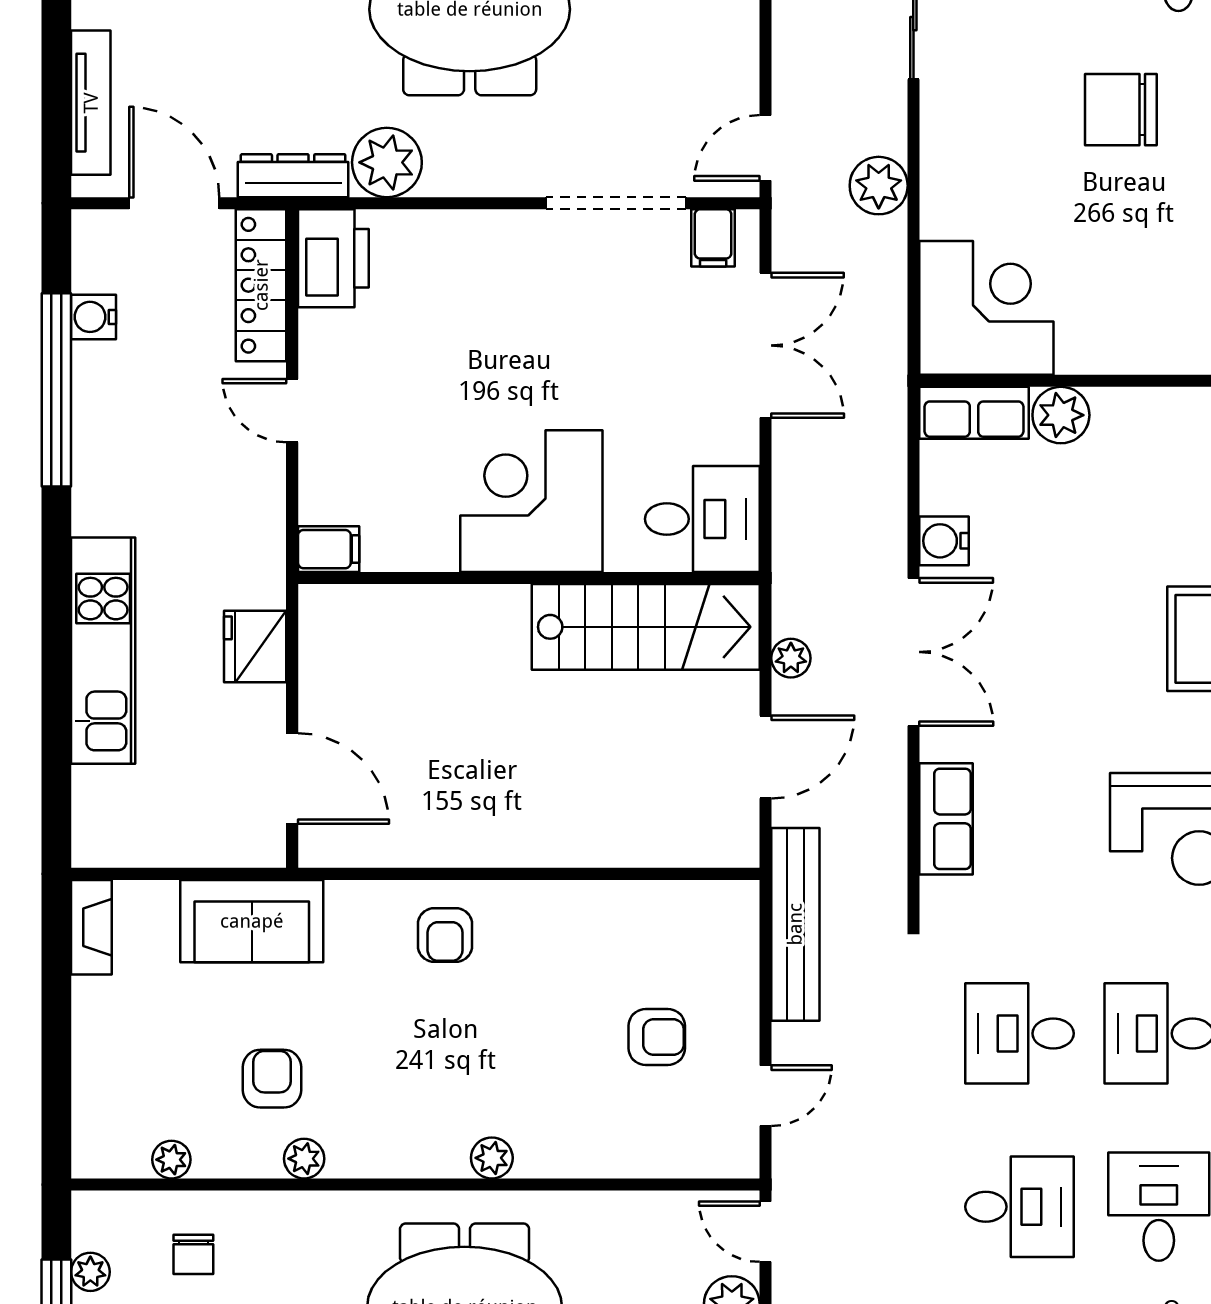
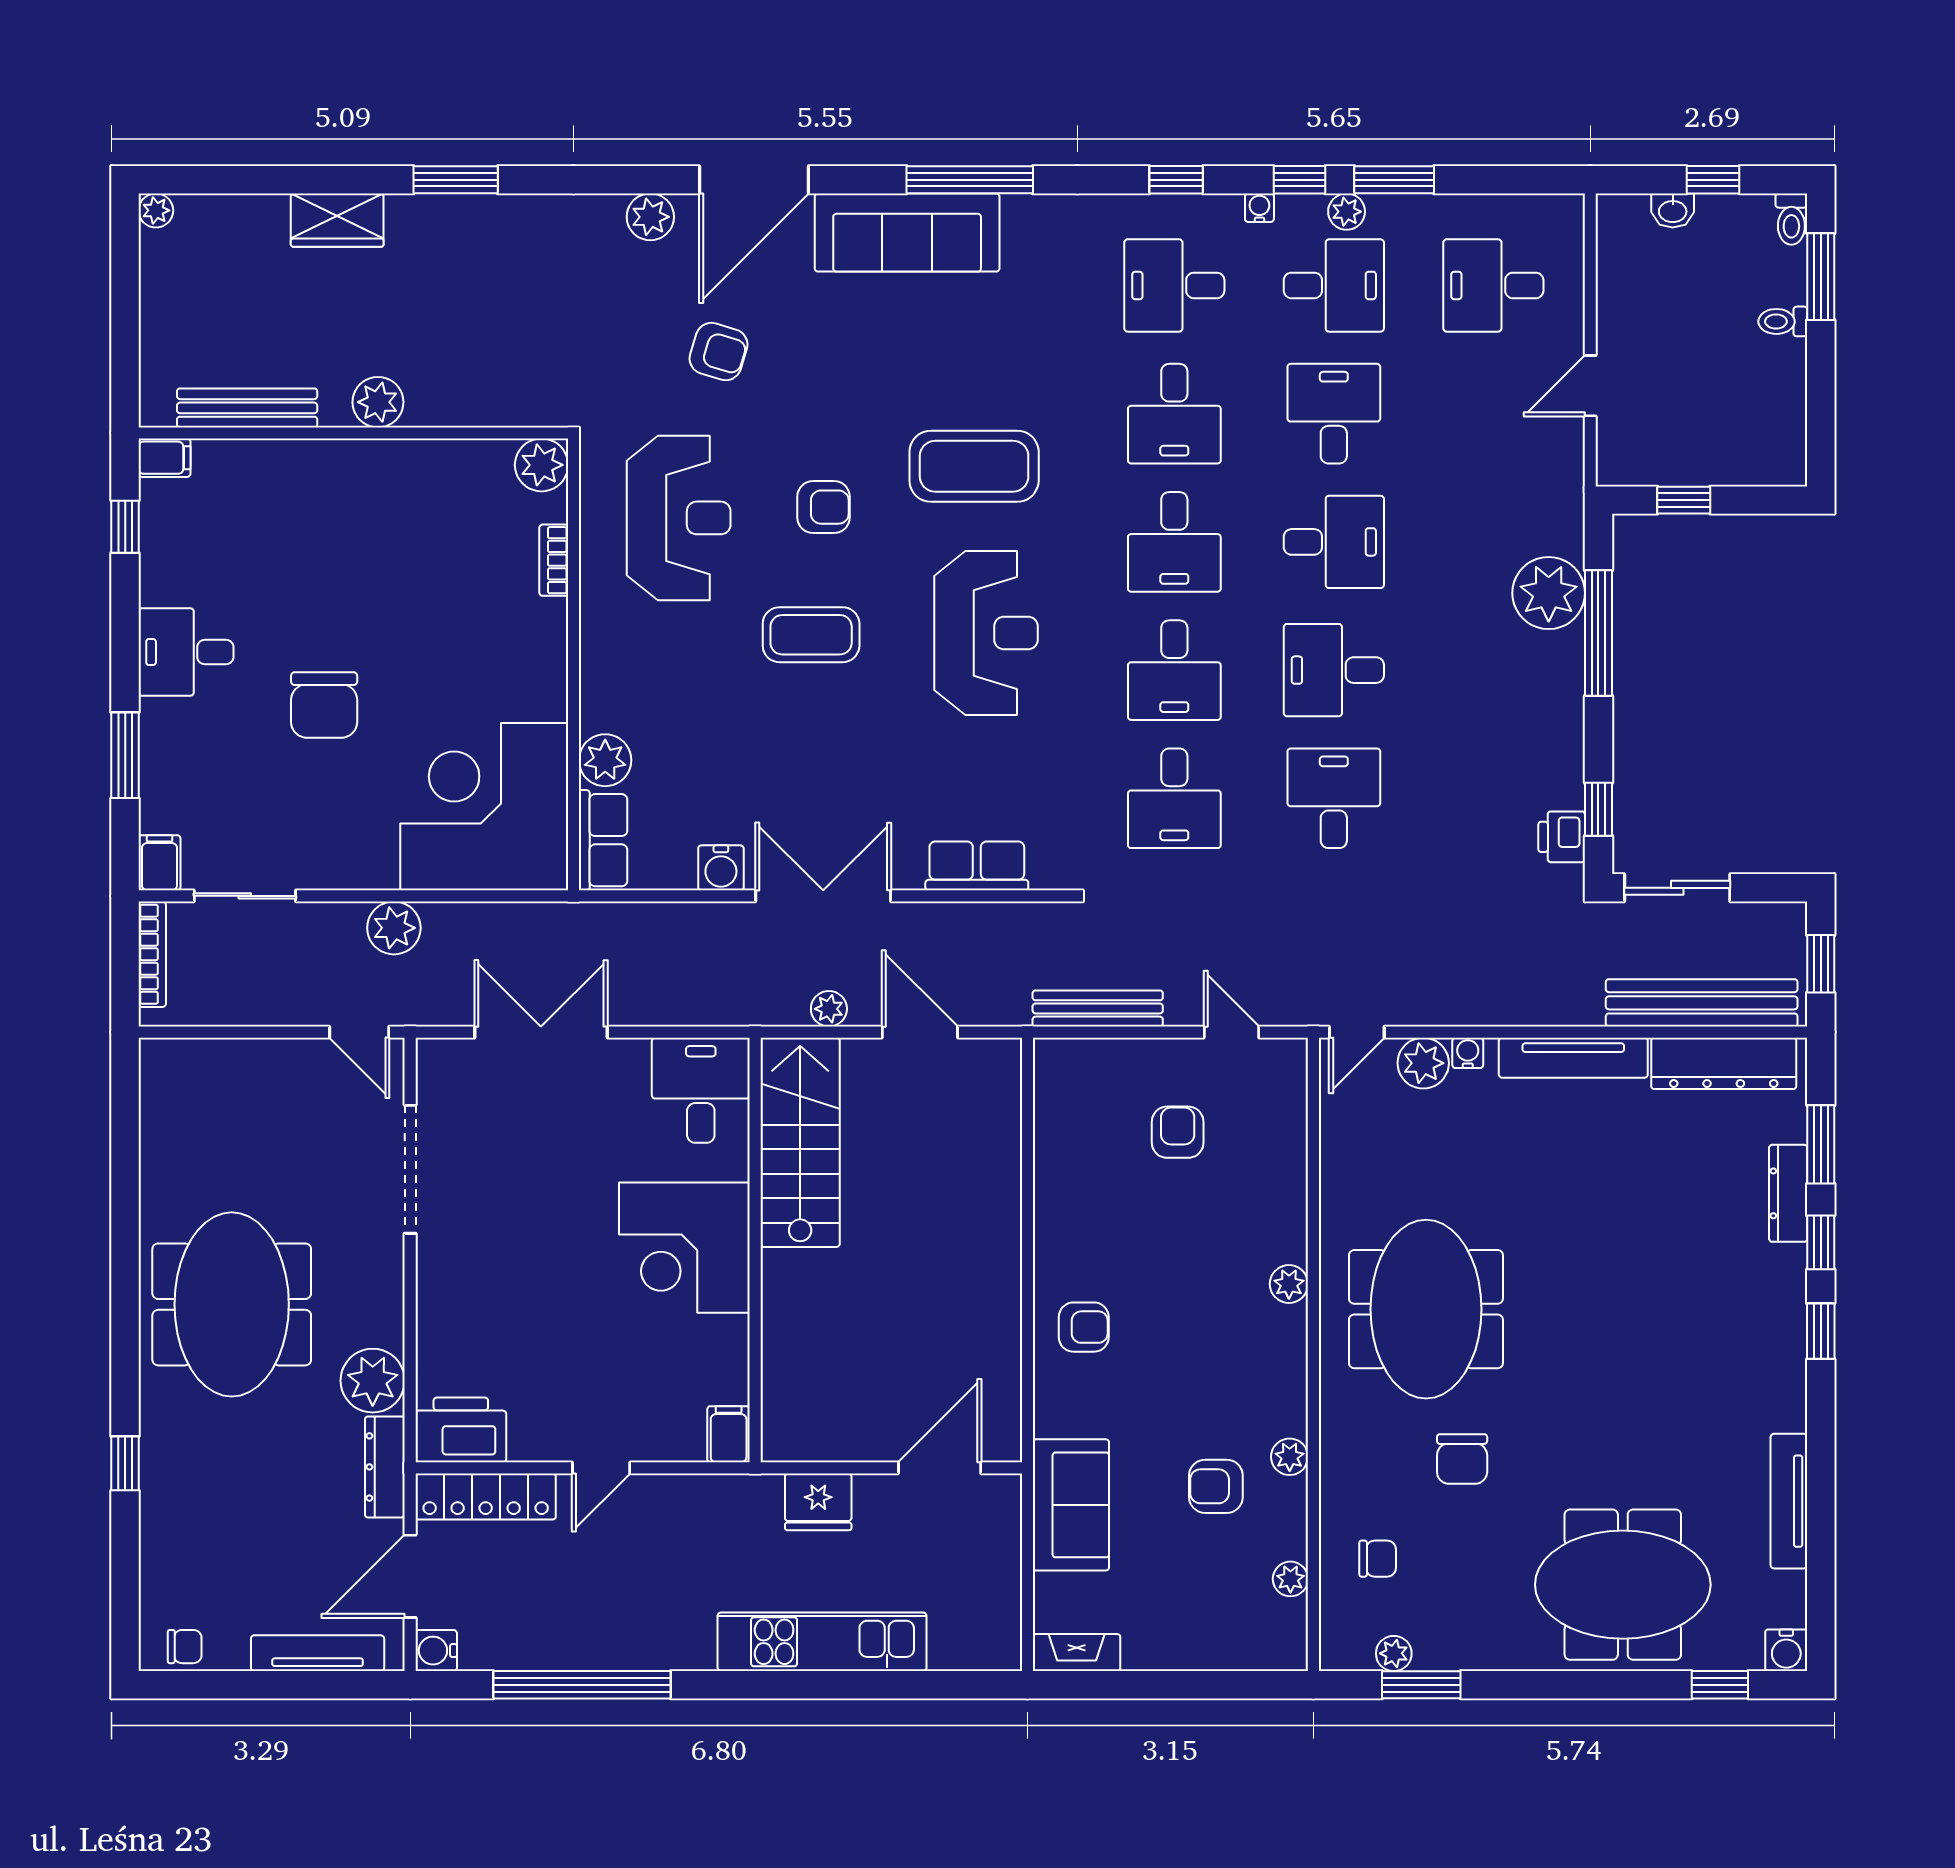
filing cabinet: (713, 238) -> (442, 1080), removed
corner desk: (986, 308) -> (484, 807), width x1.36, depth x1.36
water cooler: (94, 317) -> (436, 1651), moved, turned 90
bench: (795, 924) -> (1098, 1008), width x0.73, depth x0.82

